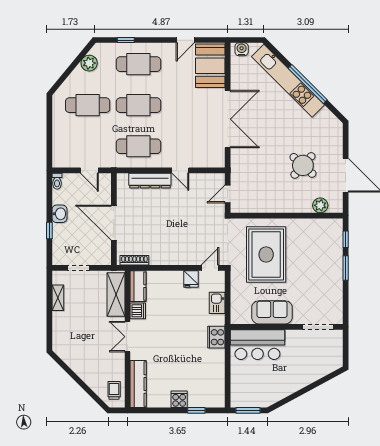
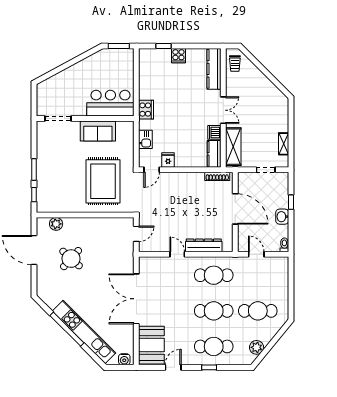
window: (126, 40) -> (209, 367), moved

